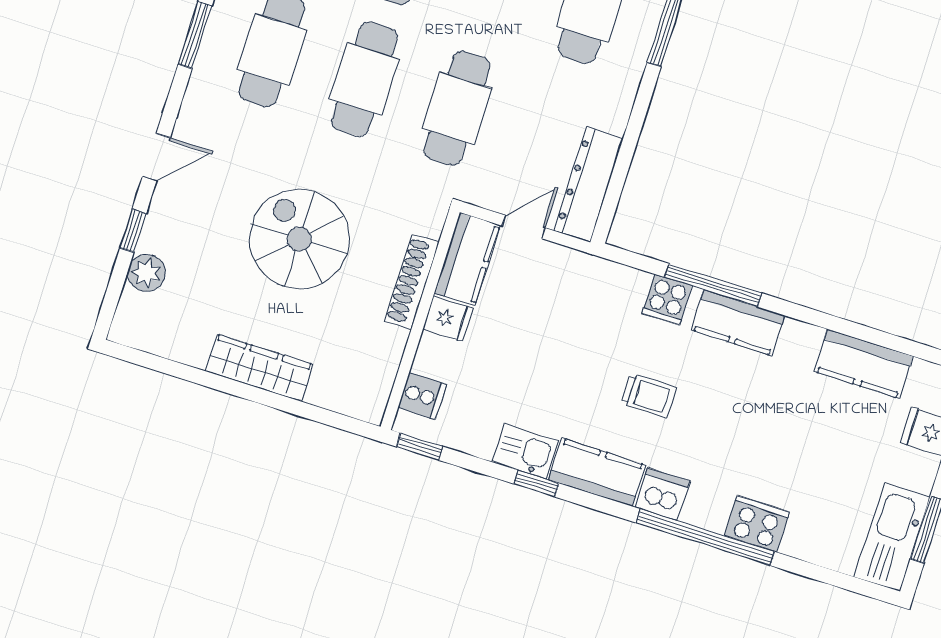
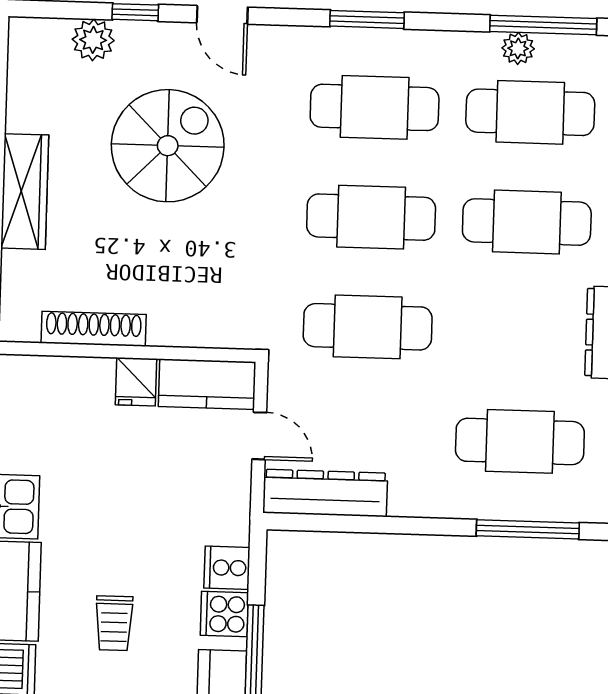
spiral stairs: (299, 239) -> (168, 146), moved
shoe rack: (412, 282) -> (94, 329), moved
cooker: (422, 396) -> (227, 568), moved, turned 90

